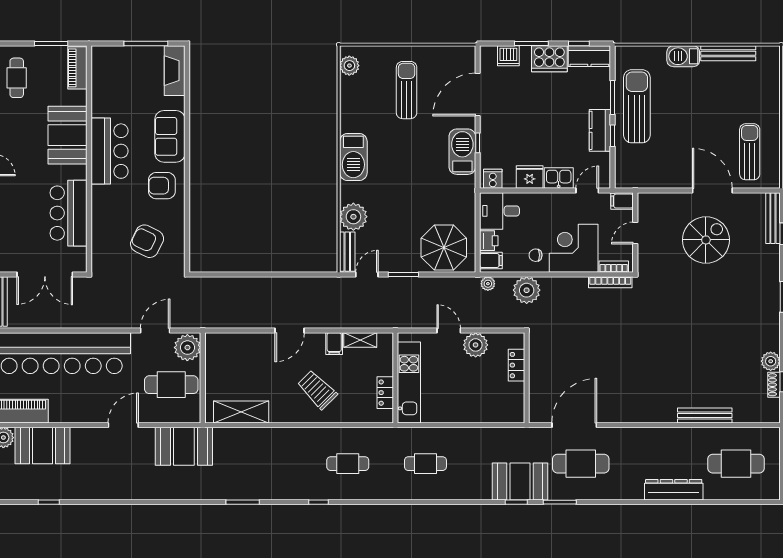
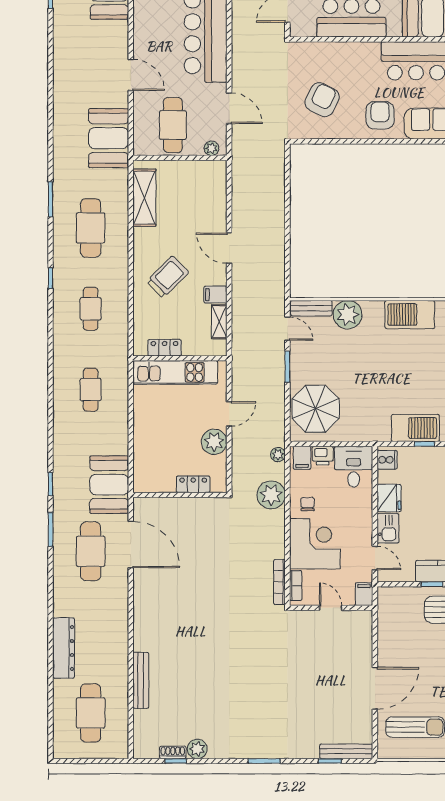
spiral stairs: (706, 240) -> (323, 682), removed
plant: (187, 348) -> (211, 148), width x0.53, depth x0.53
cafe table: (270, 464) -> (91, 228), added
booth: (520, 481) -> (109, 485), moved

